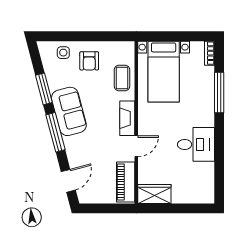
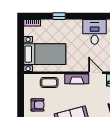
window: (219, 92) -> (59, 16), width x0.46

